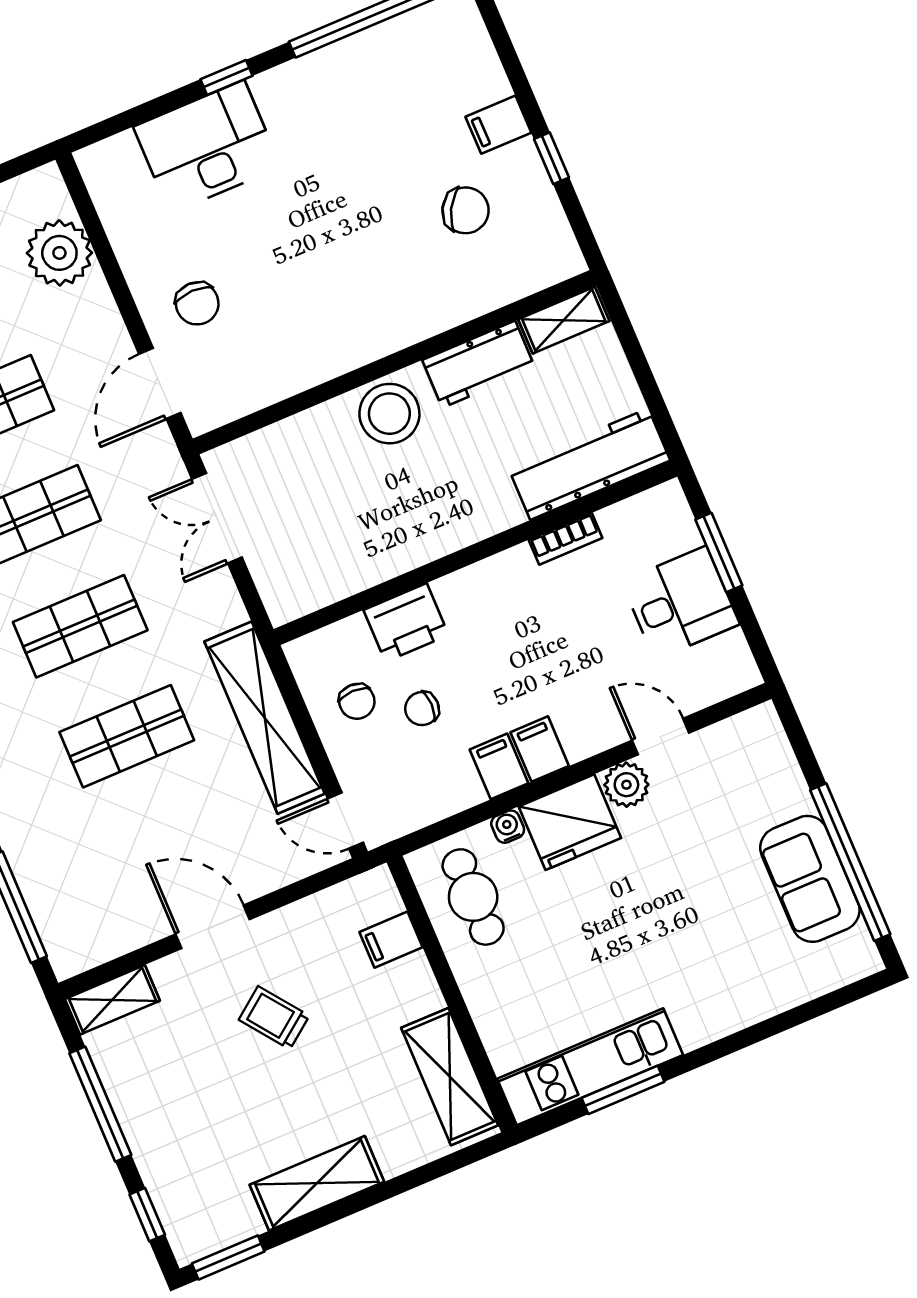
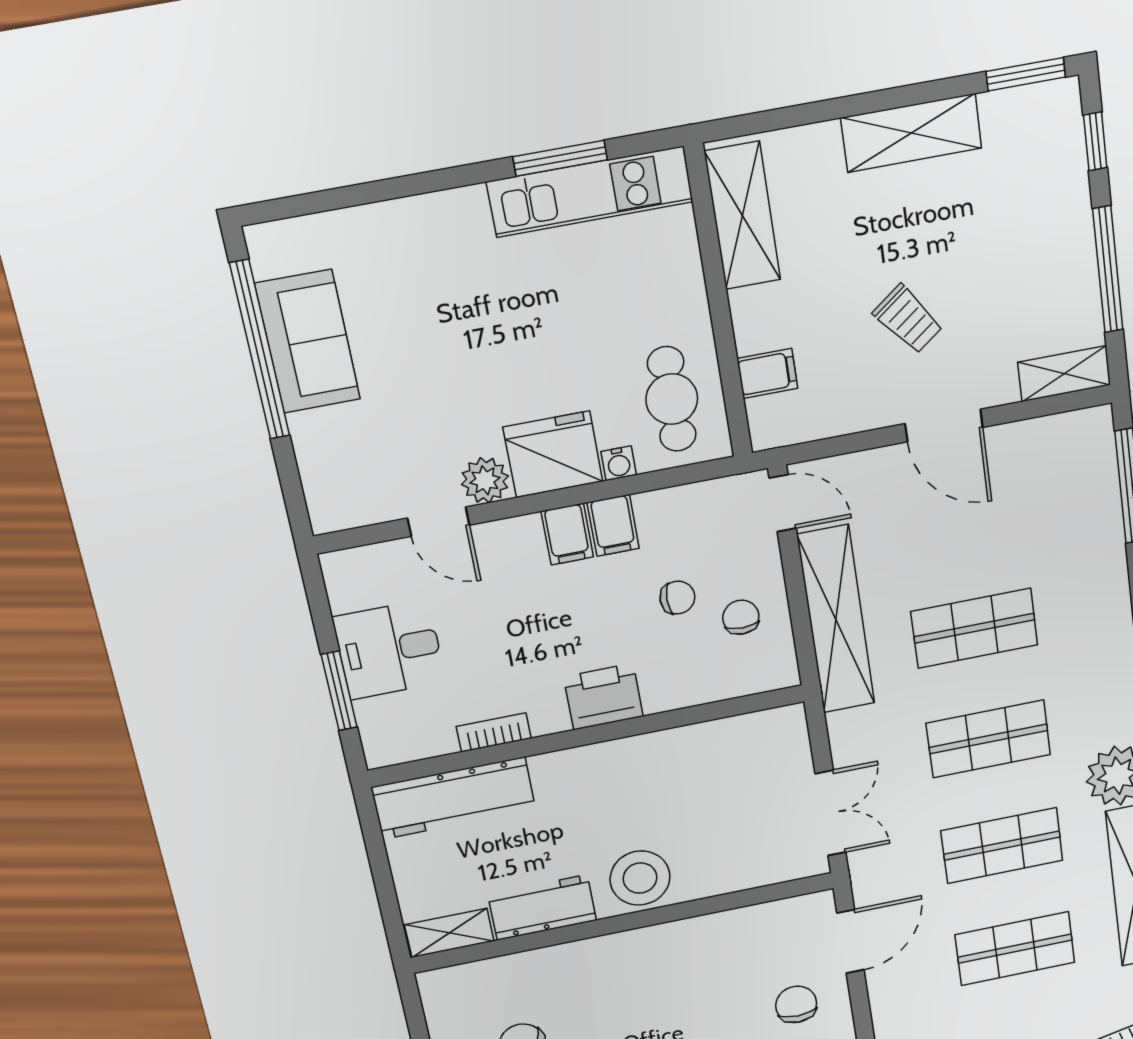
printer: (406, 623) -> (603, 697), moved

